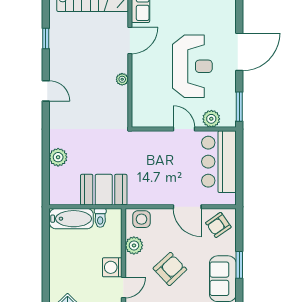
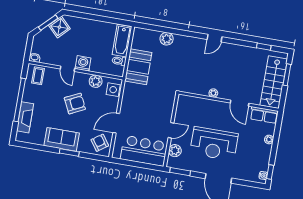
window: (46, 39) -> (264, 47), moved
armchair: (170, 269) -> (75, 104), turned -73

